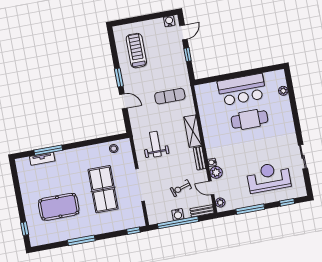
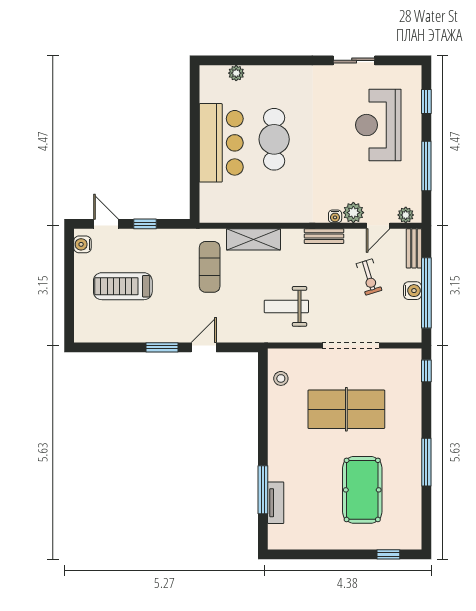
treadmill: (136, 51) -> (123, 286), moved
shelving: (193, 131) -> (253, 239), moved

